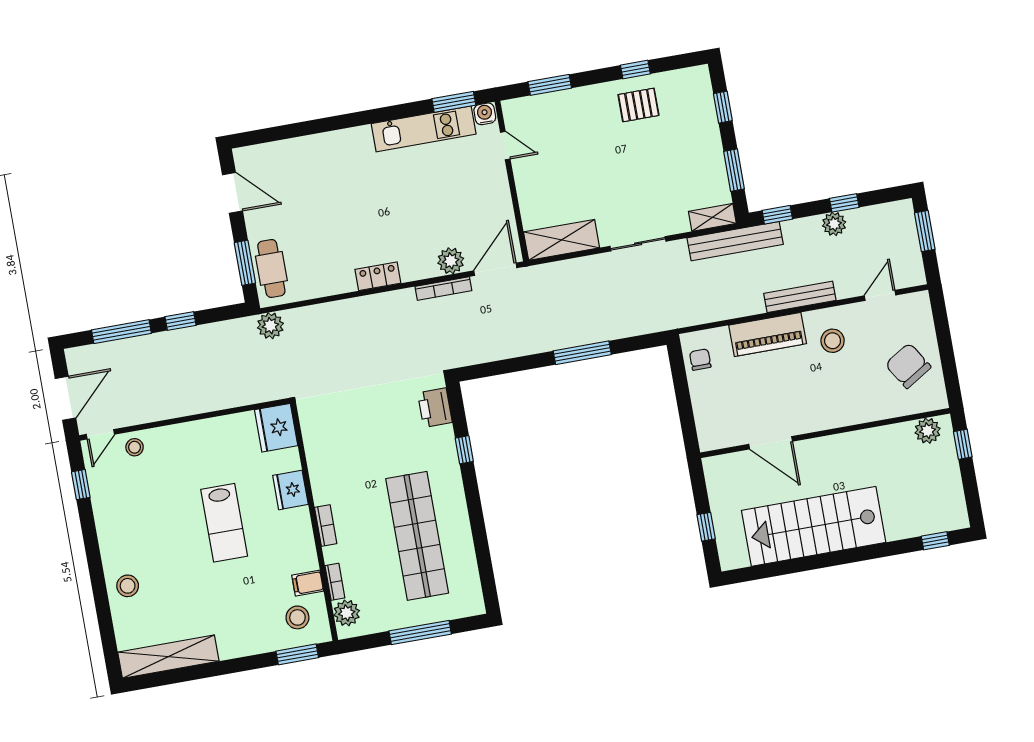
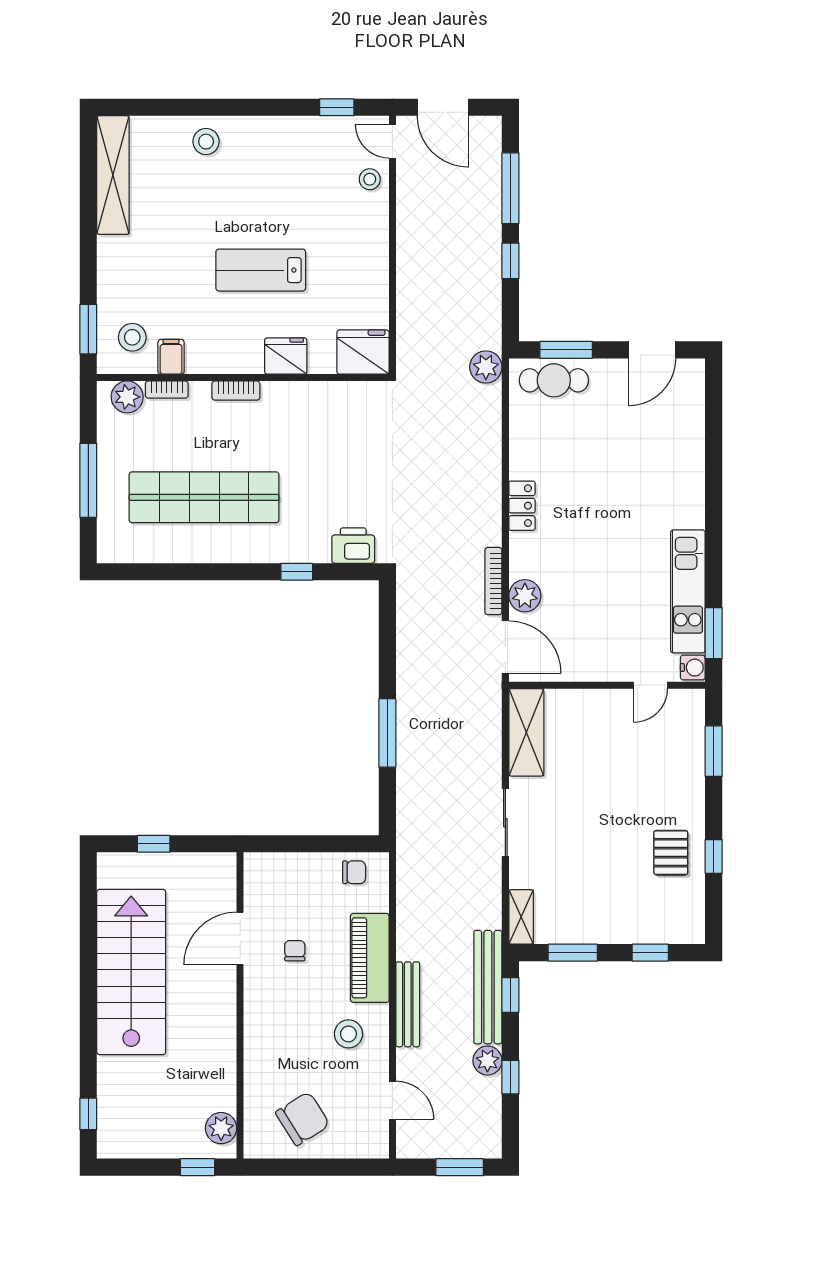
bench: (735, 241) -> (488, 987), moved
chair: (773, 396) -> (295, 951), added

